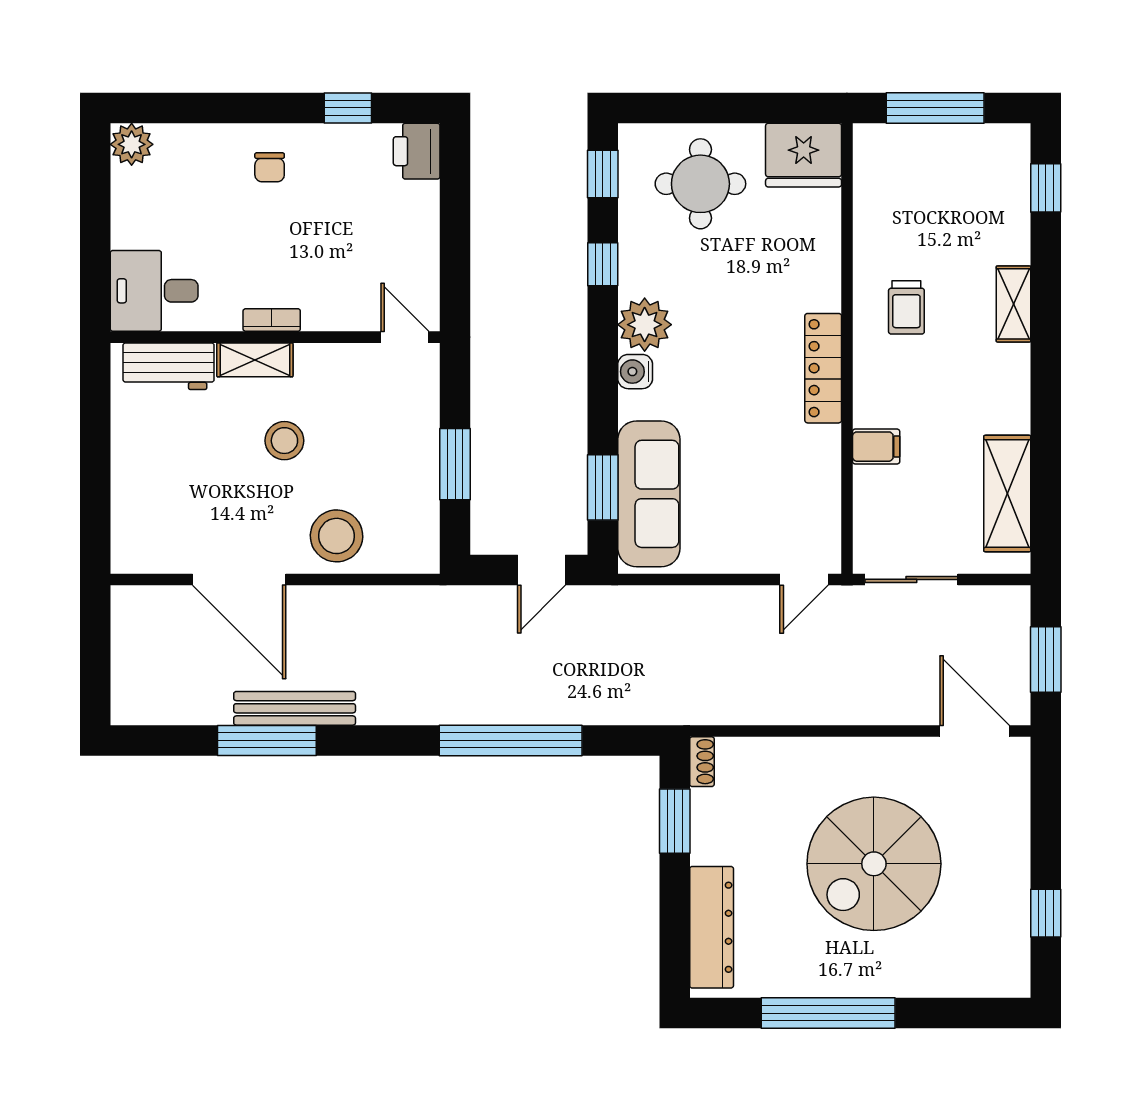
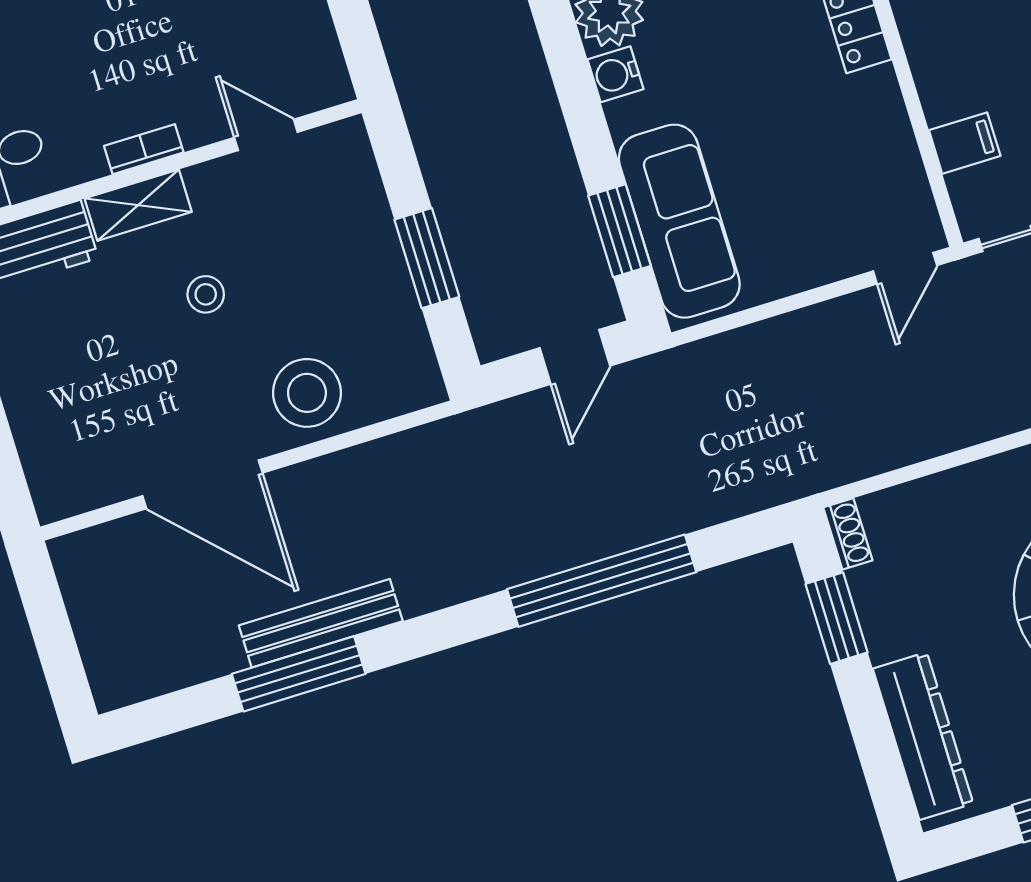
door: (405, 337) -> (266, 135), moved
stool: (284, 441) -> (206, 294), width x0.73, depth x0.73
filing cabinet: (876, 447) -> (965, 143), moved

